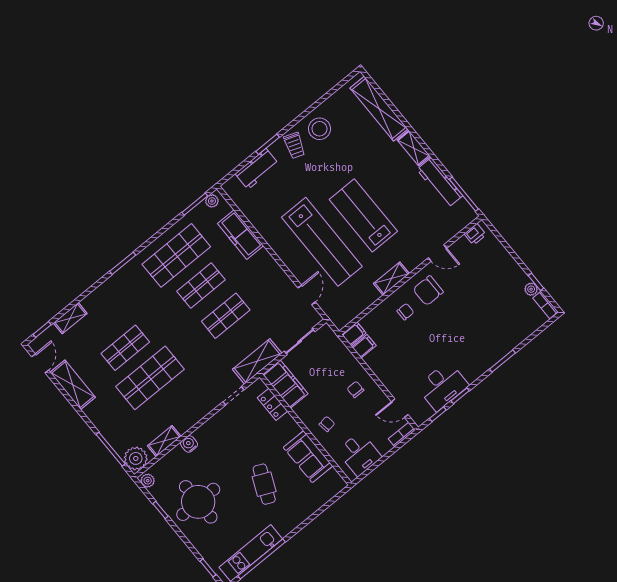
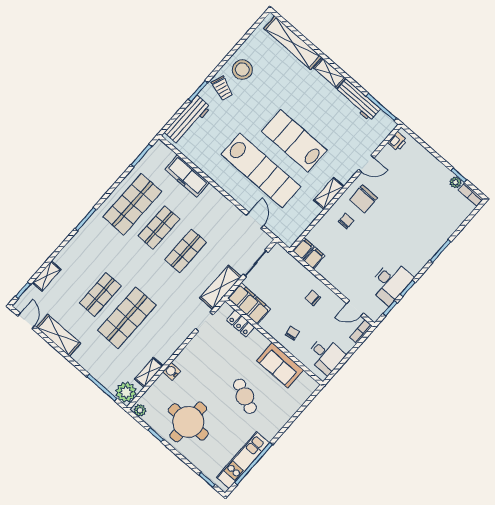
workbench: (257, 169) -> (188, 120), width x1.37
plant: (212, 201) -> (156, 150), removed

